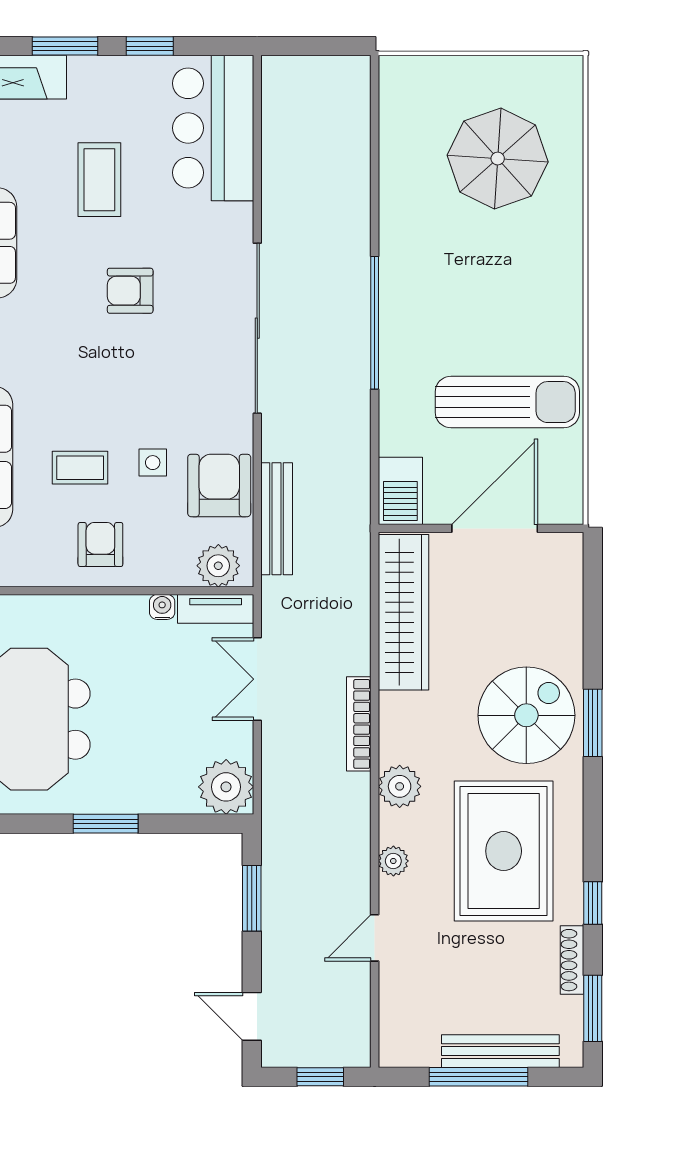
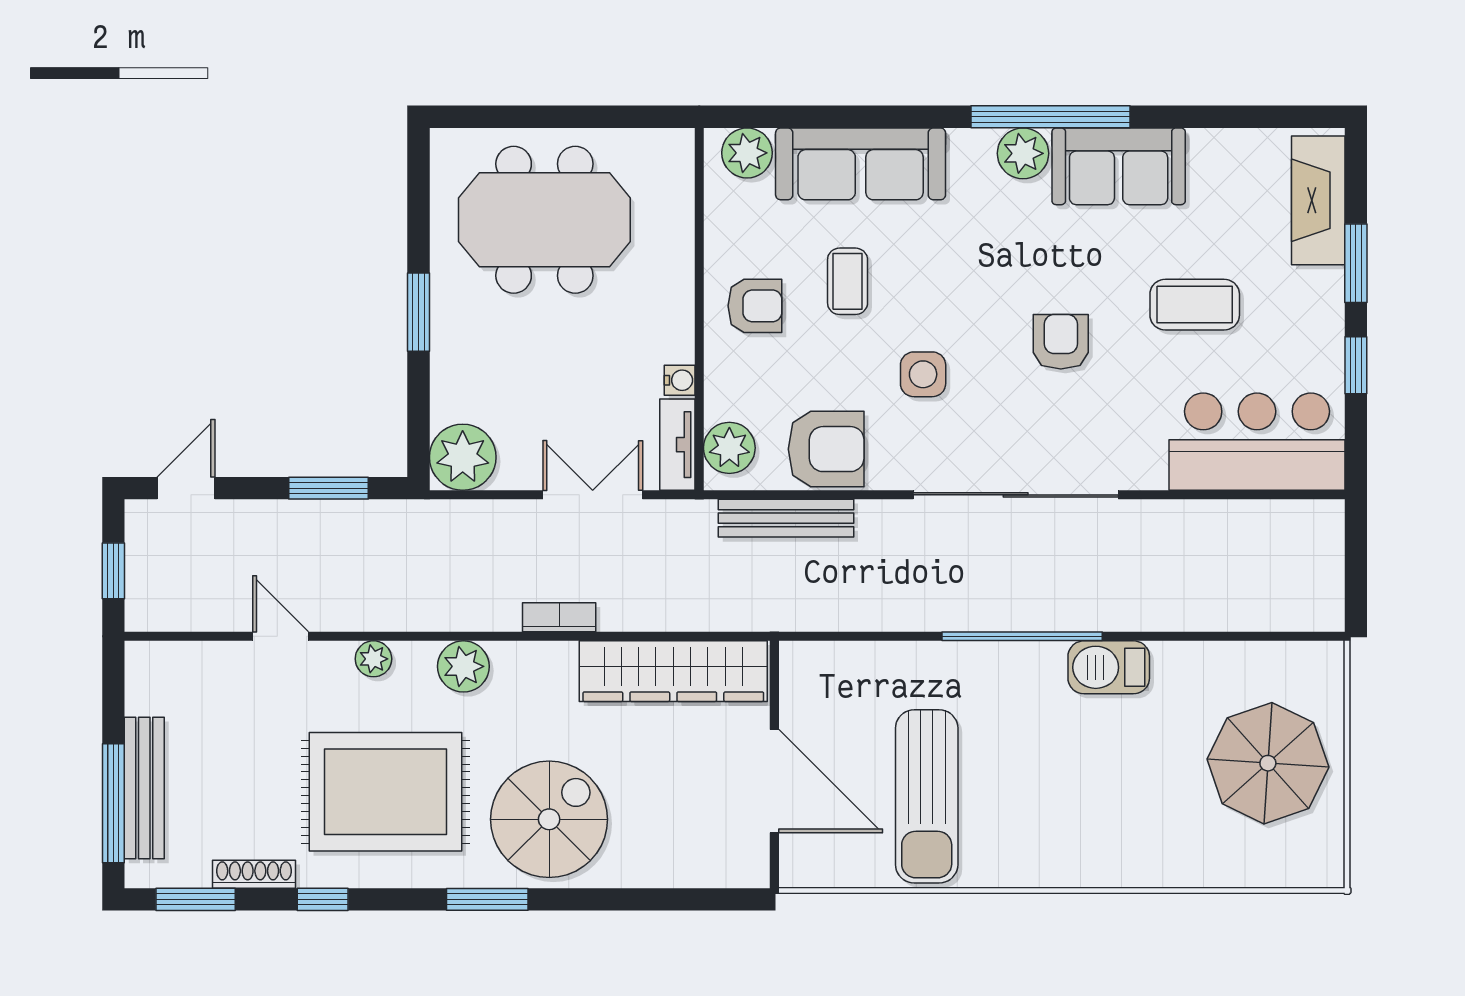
parasol: (498, 159) -> (1268, 763), moved
side table: (153, 463) -> (923, 374), moved, width x1.37, depth x1.37
barbecue: (400, 491) -> (1109, 667), moved
spiral stairs: (526, 715) -> (549, 819), turned -90
window: (593, 723) -> (487, 899), moved
bookcase: (359, 724) -> (559, 617), width x0.64
window: (478, 1077) -> (113, 803), moved

